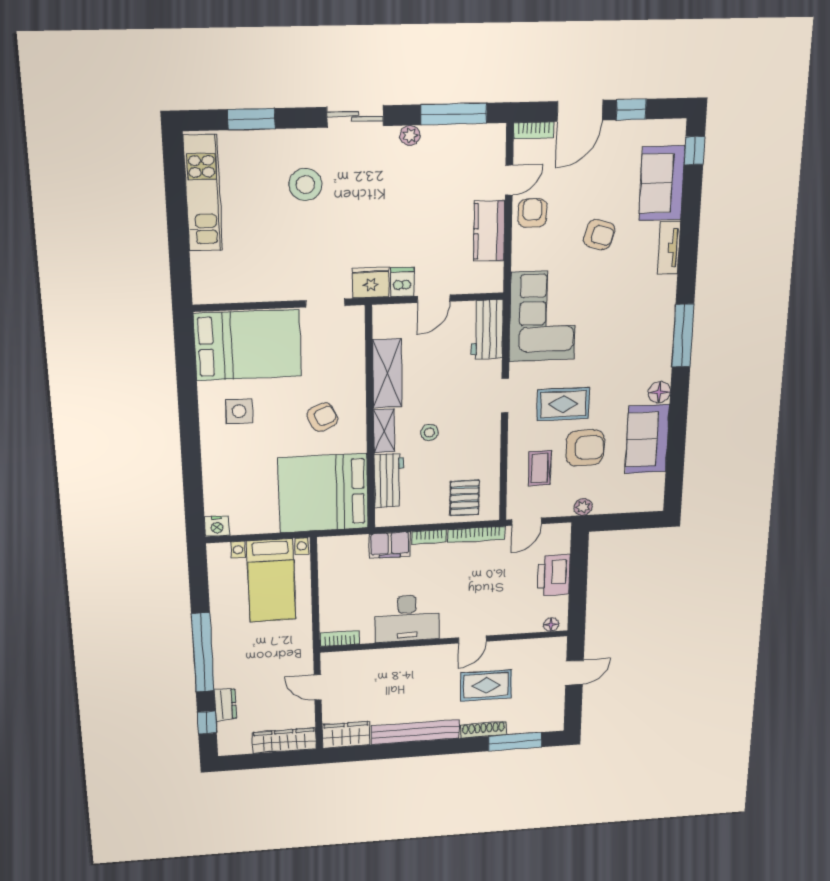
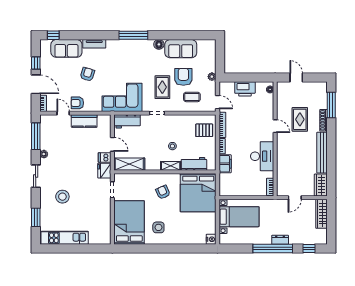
shelving: (387, 373) -> (129, 164), moved
dresser: (225, 704) -> (280, 240), moved

